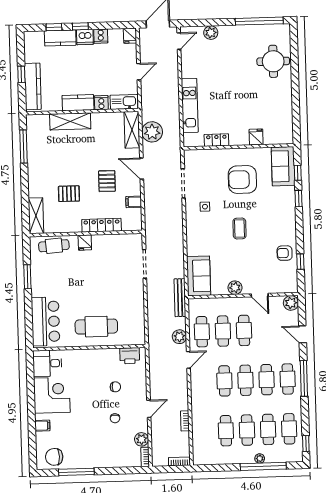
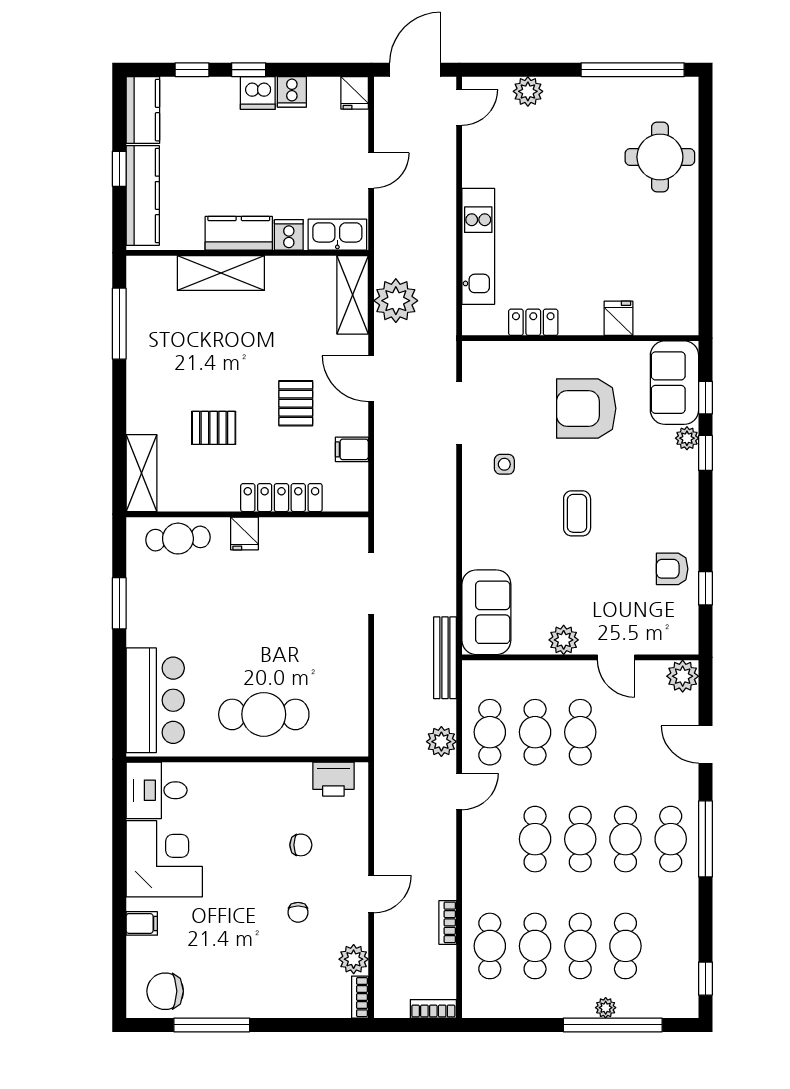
kitchen counter: (60, 38) -> (143, 110), moved, turned -90
plant: (290, 192) -> (687, 438), added
cafe table: (289, 429) -> (490, 946), moved

